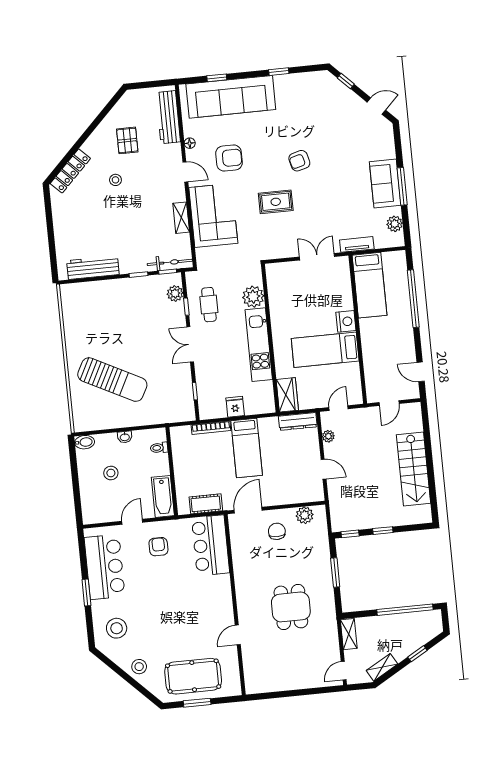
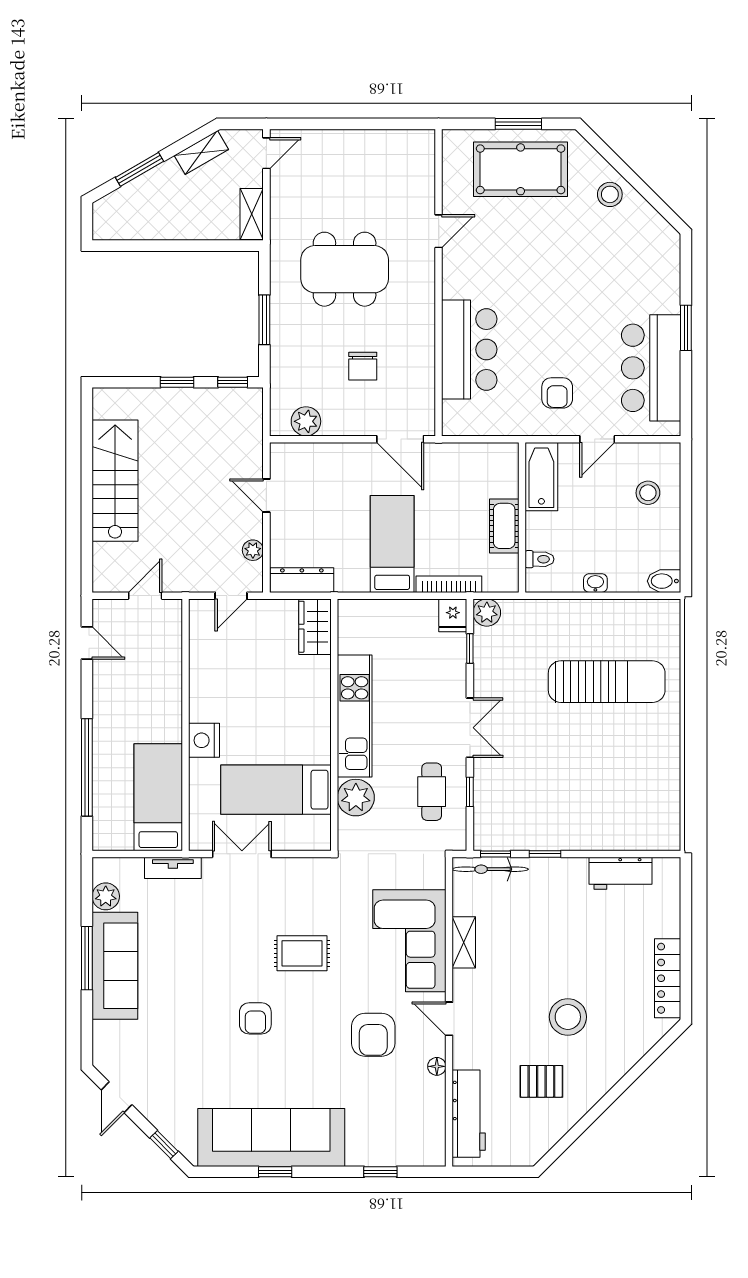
sofa: (231, 97) -> (271, 1137), moved
door: (376, 106) -> (117, 1097), hinge flipped
pallet: (127, 140) -> (541, 1081), turned 90
armchair: (229, 158) -> (373, 1035), turned -90
armchair: (299, 161) -> (255, 1018), turned 105
locker: (70, 171) -> (668, 978), moved, turned -45
stool: (115, 180) -> (568, 1017), width x1.89, depth x1.89
sofa: (385, 183) -> (115, 966), width x1.36
double door: (317, 257) -> (242, 854), swing flipped
workbench: (93, 268) -> (621, 873), width x0.73
plant: (175, 293) -> (487, 613), moved
bed: (325, 350) -> (276, 790), moved, turned 180
sun lounger: (112, 380) -> (607, 682), turned 153
fridge: (235, 407) -> (453, 615), moved
stool: (111, 473) -> (648, 493), moved
cot: (206, 504) -> (504, 526), moved, turned 90
door: (248, 510) -> (400, 439), hinge flipped
chair: (277, 531) -> (363, 366), moved
bar counter: (211, 545) -> (469, 349), moved
dining table: (291, 607) -> (345, 269), width x1.38
window: (405, 610) -> (153, 246), removed
stool: (117, 628) -> (641, 263), removed
window: (417, 654) -> (139, 169), width x1.50

